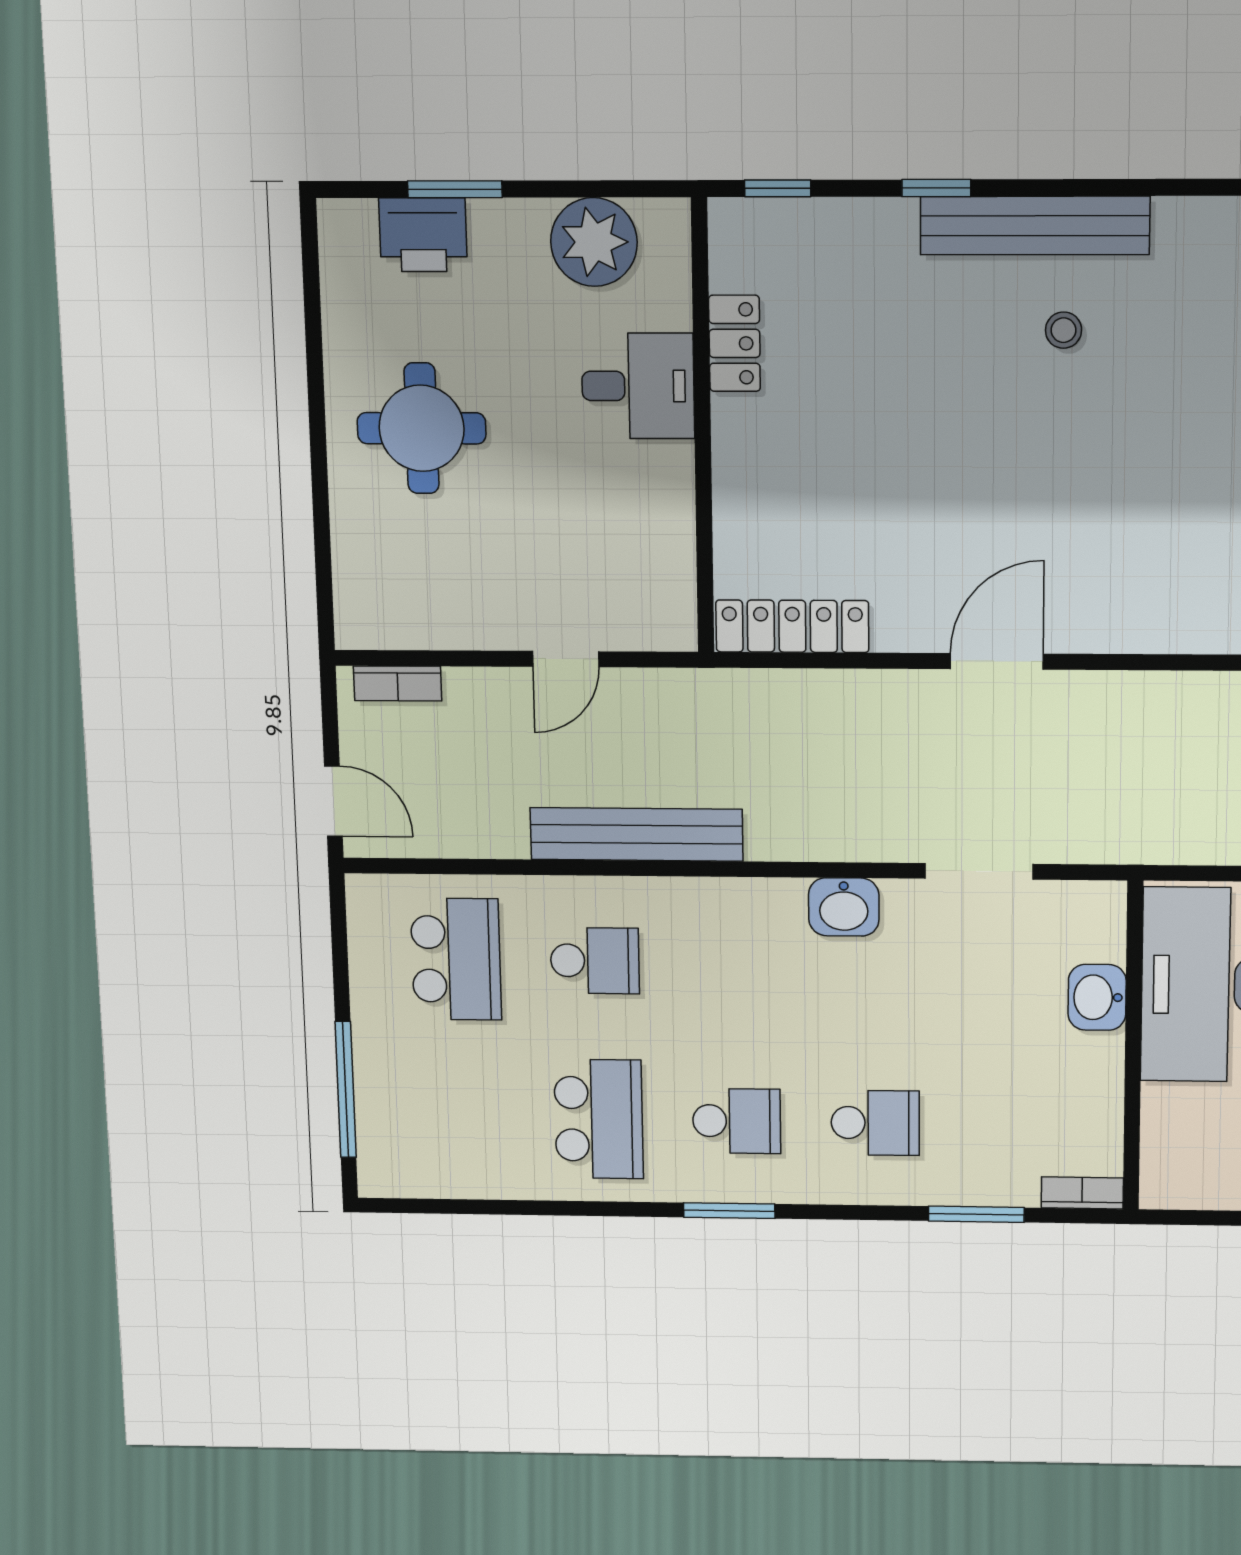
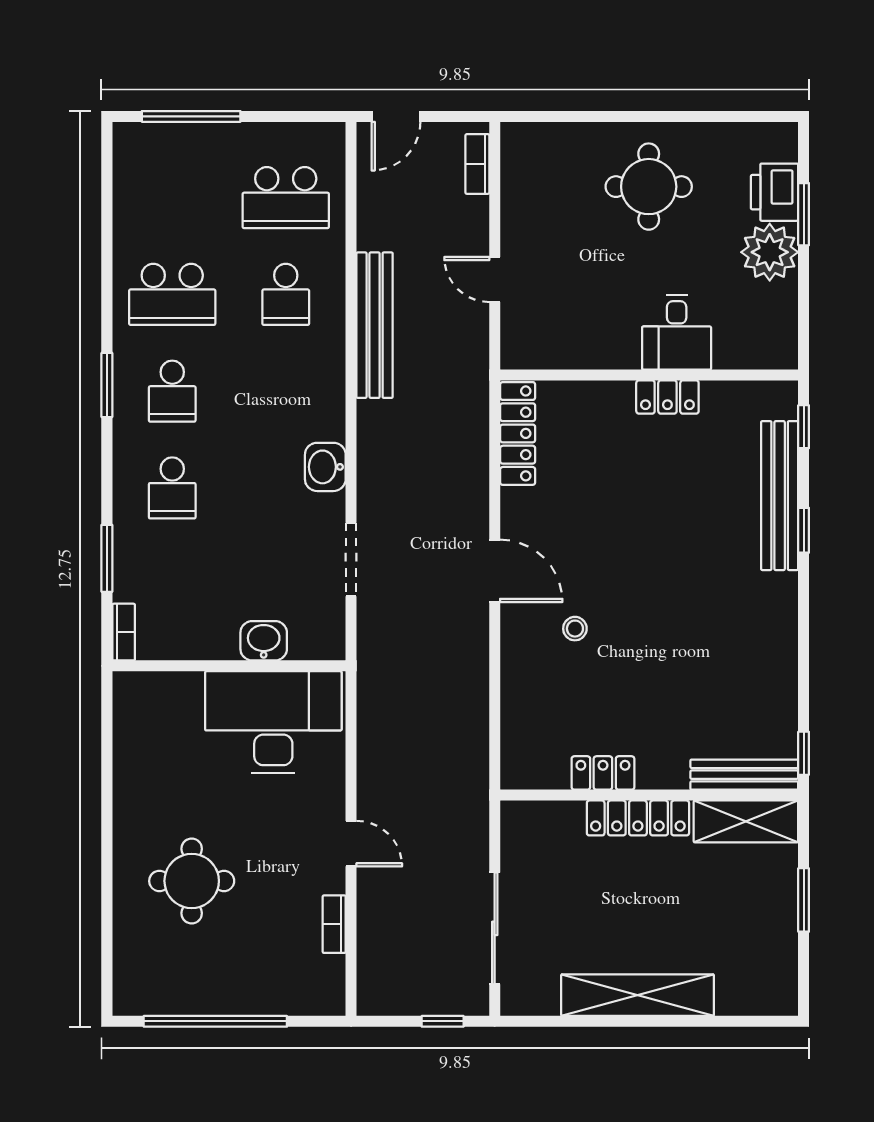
bench: (1035, 226) -> (780, 496), moved
plant: (594, 242) -> (770, 252), moved
stool: (1064, 330) -> (575, 629), moved
locker: (734, 343) -> (667, 397), moved

